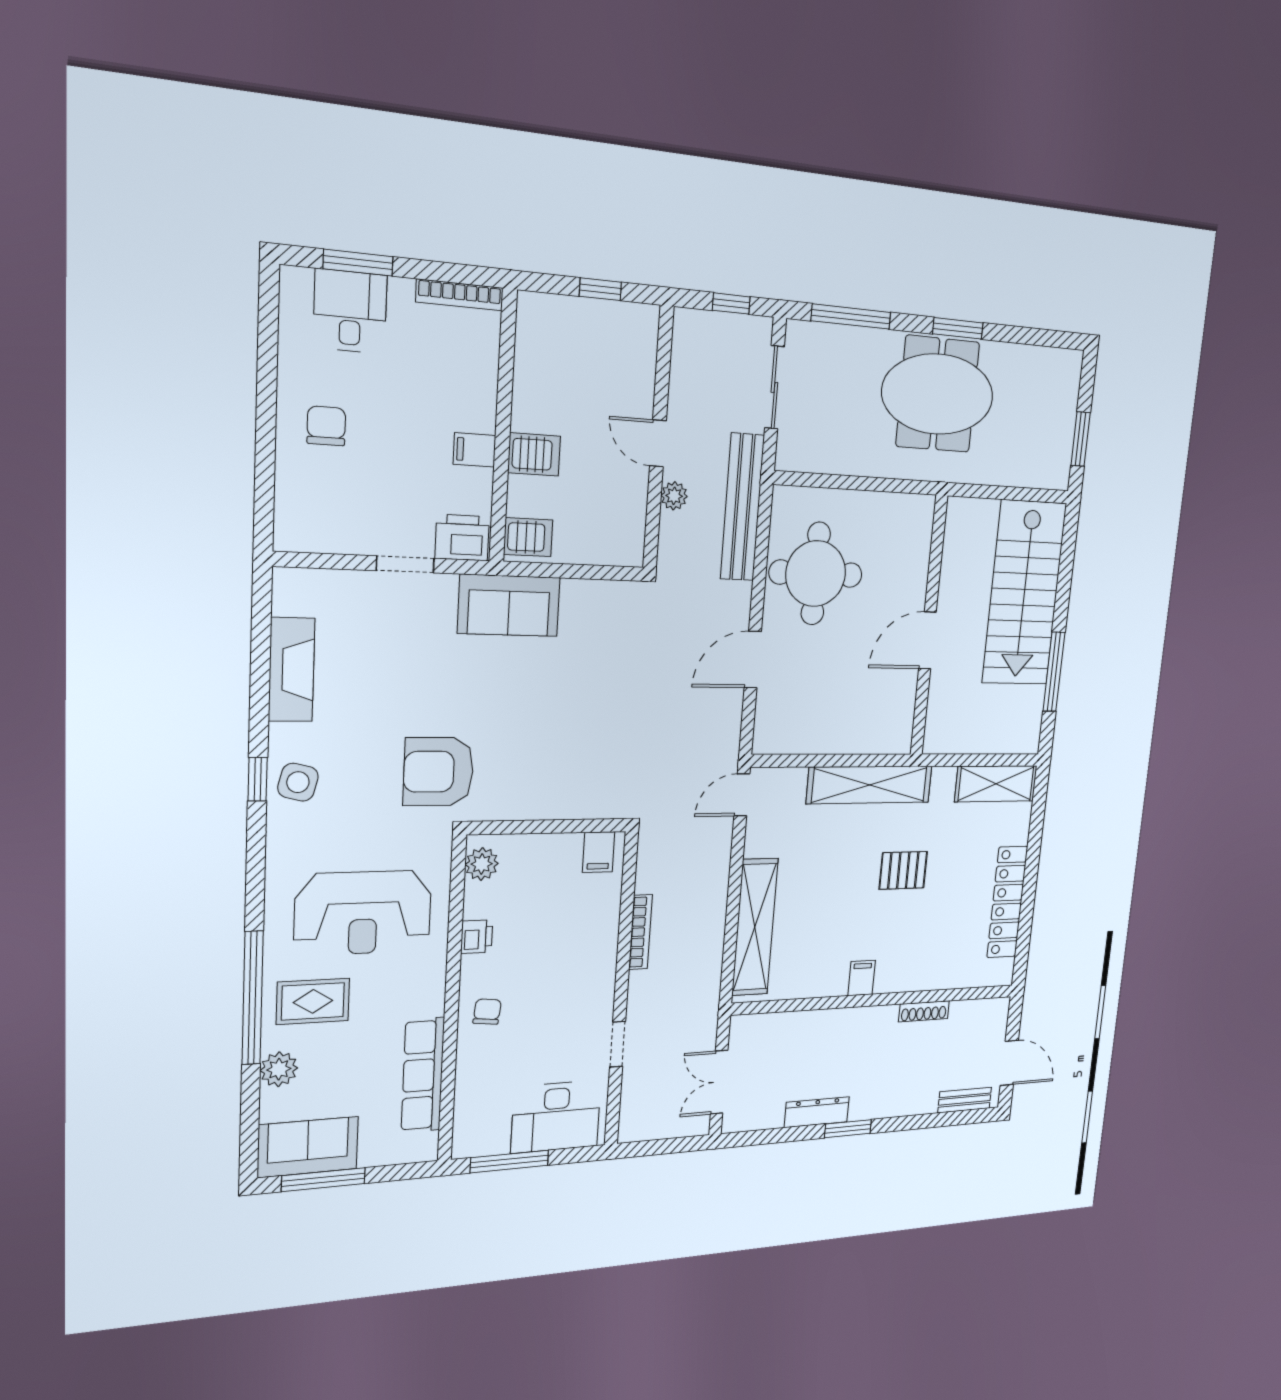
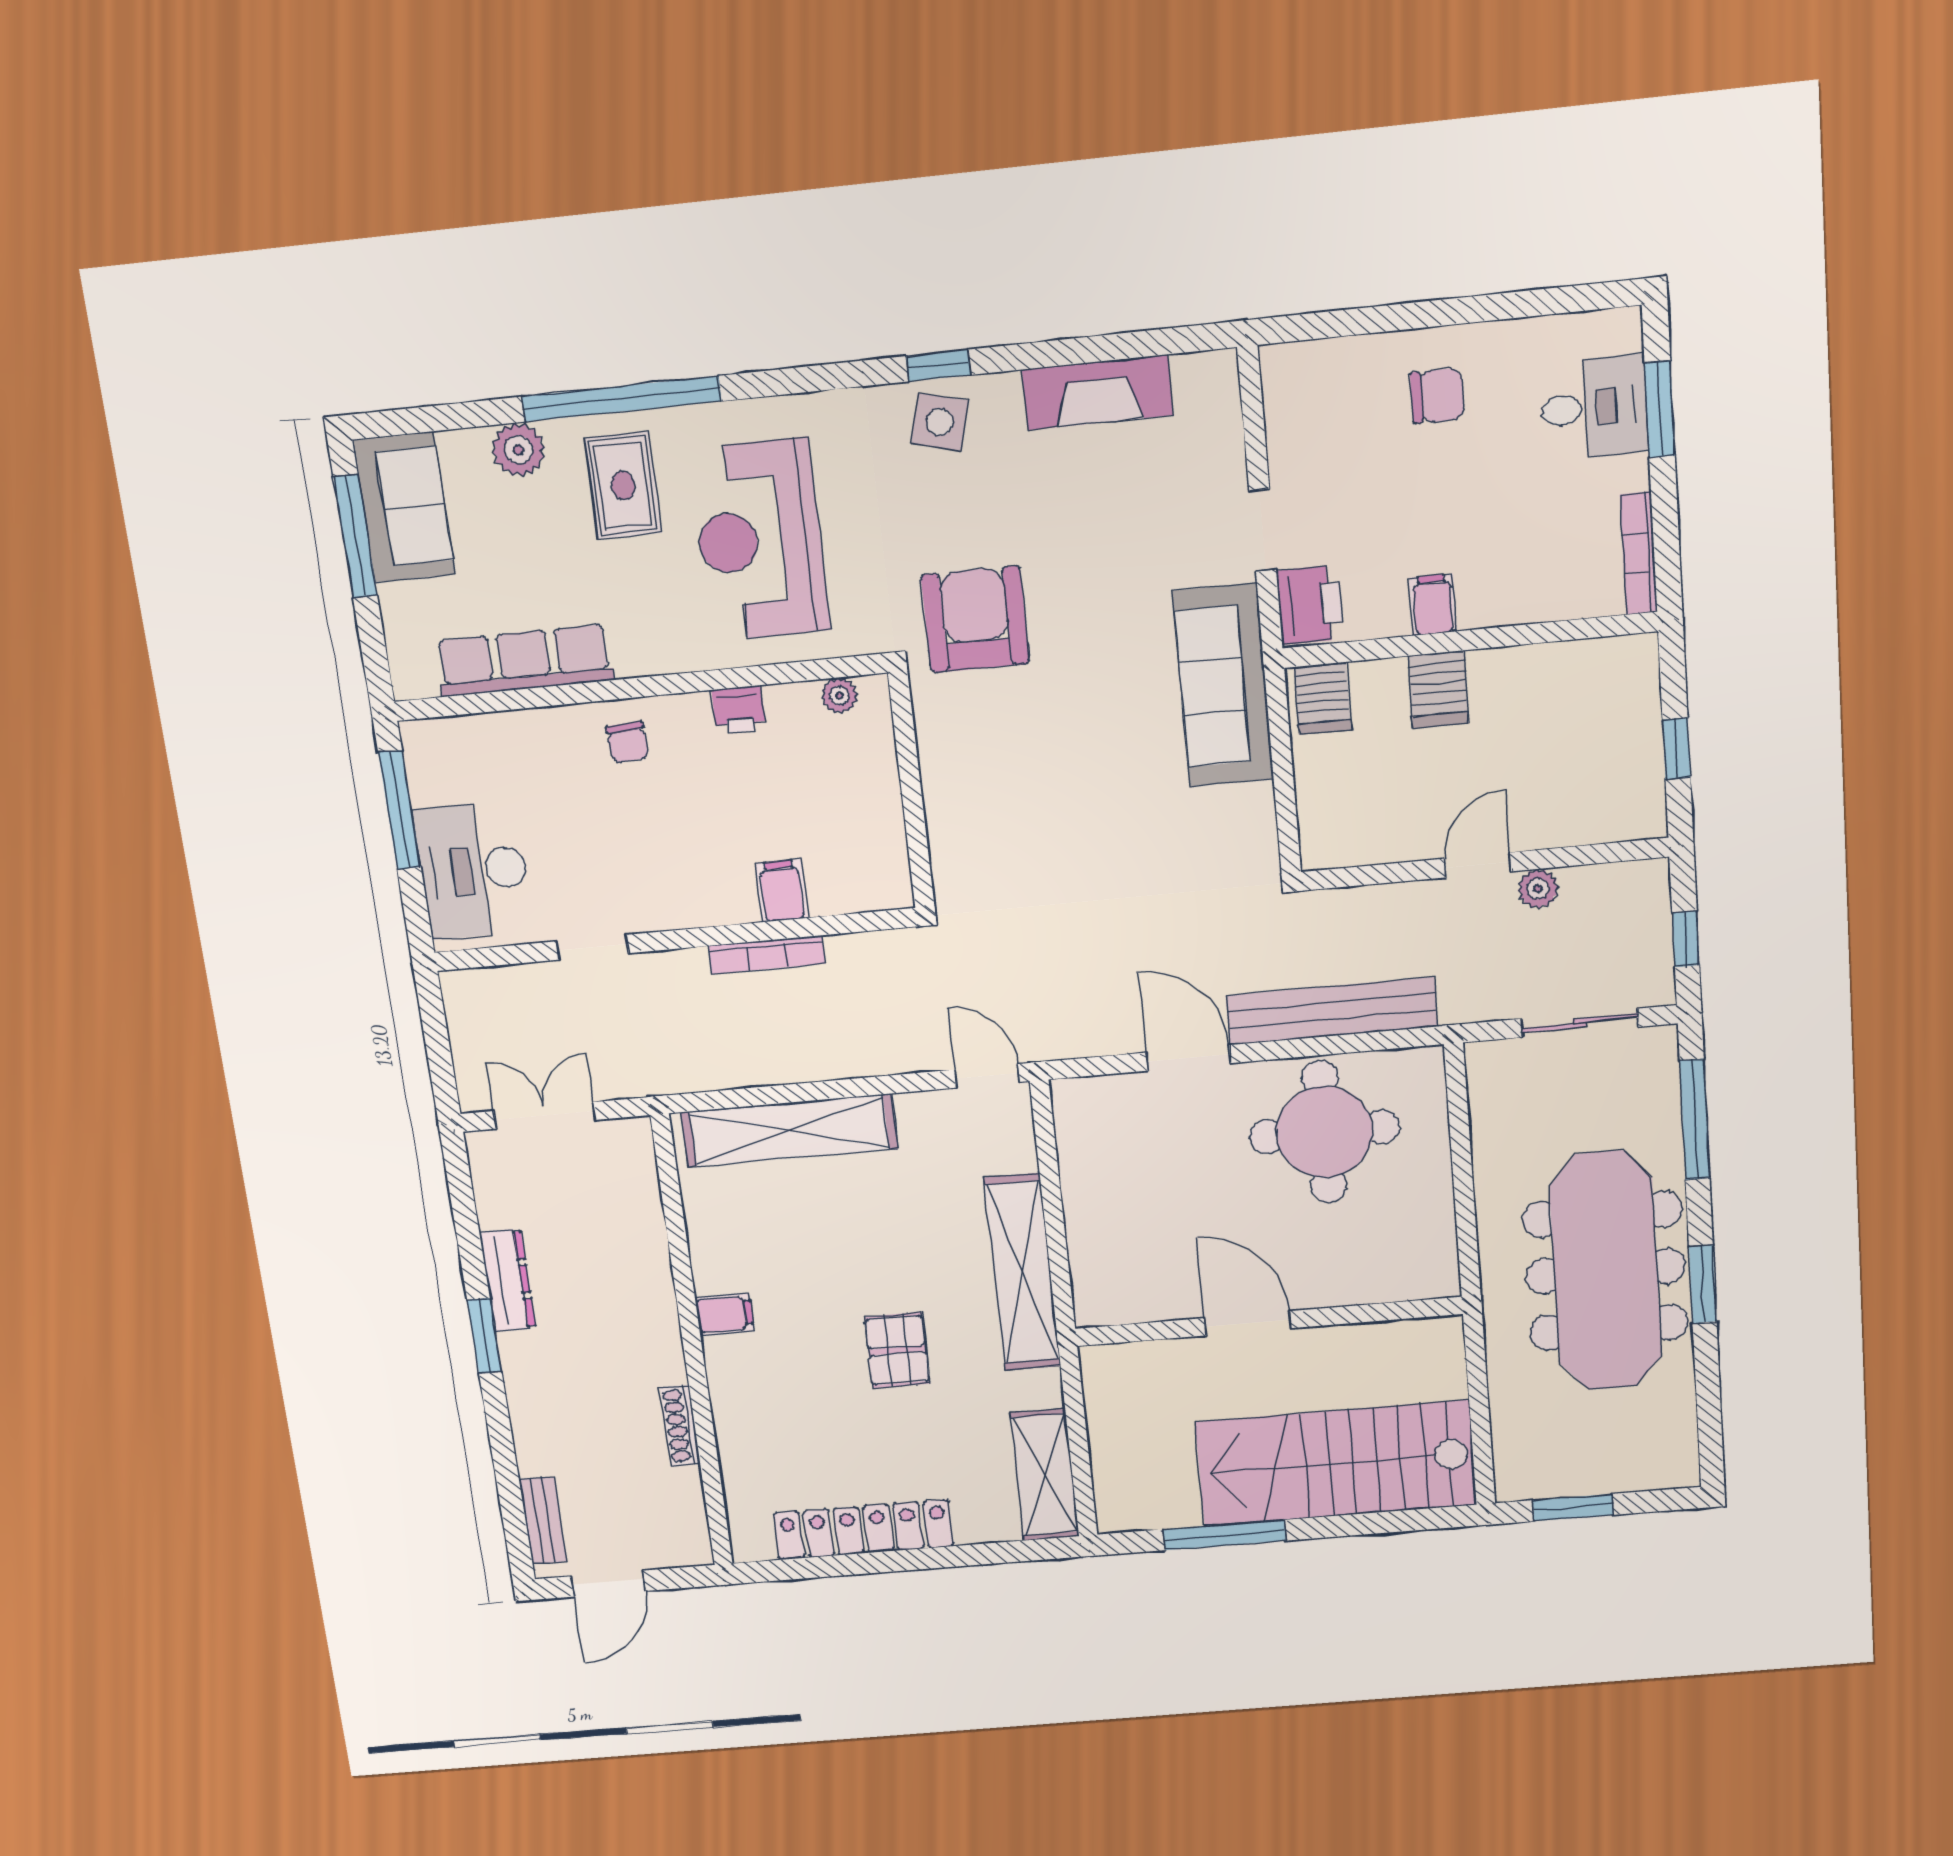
meeting table: (938, 394) -> (1606, 1271), width x1.36
plant: (674, 496) -> (1538, 889), moved
bench: (742, 507) -> (1332, 1011), moved
sofa: (509, 605) -> (1223, 685), width x1.36
filing cabinet: (599, 852) -> (782, 891), moved, turned 90
plant: (482, 864) -> (839, 695), width x0.73, depth x0.73
chair: (487, 1012) -> (627, 742), turned 80

